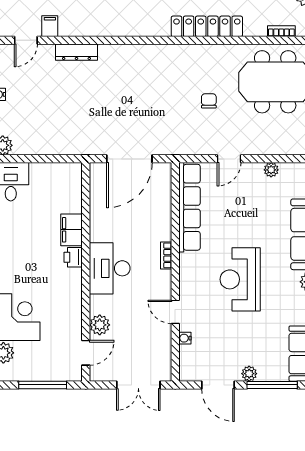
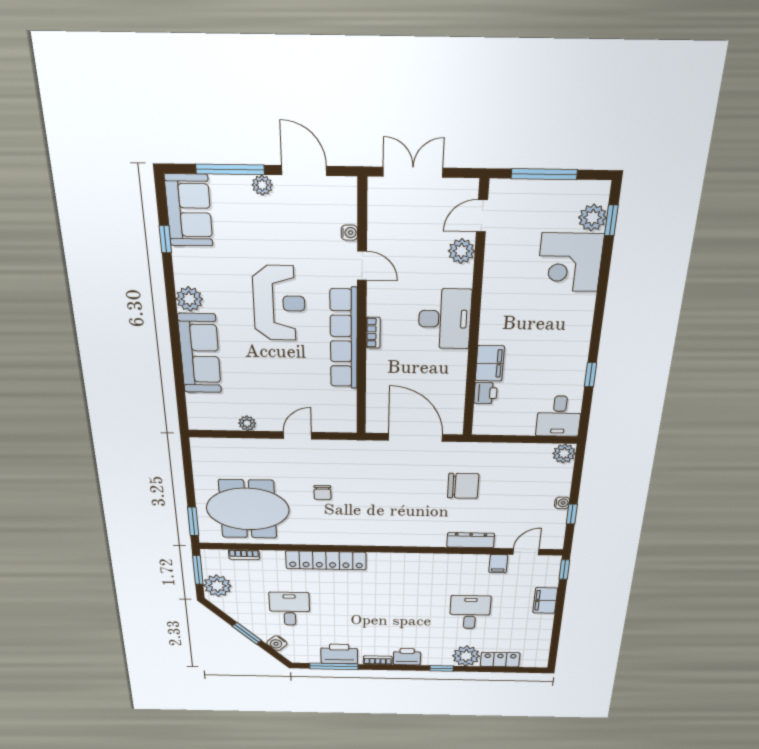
chair: (86, 111) -> (463, 486), added
door: (129, 159) -> (415, 437), hinge flipped
row of seats: (189, 207) -> (344, 339), moved
printer: (73, 257) -> (486, 393), moved

